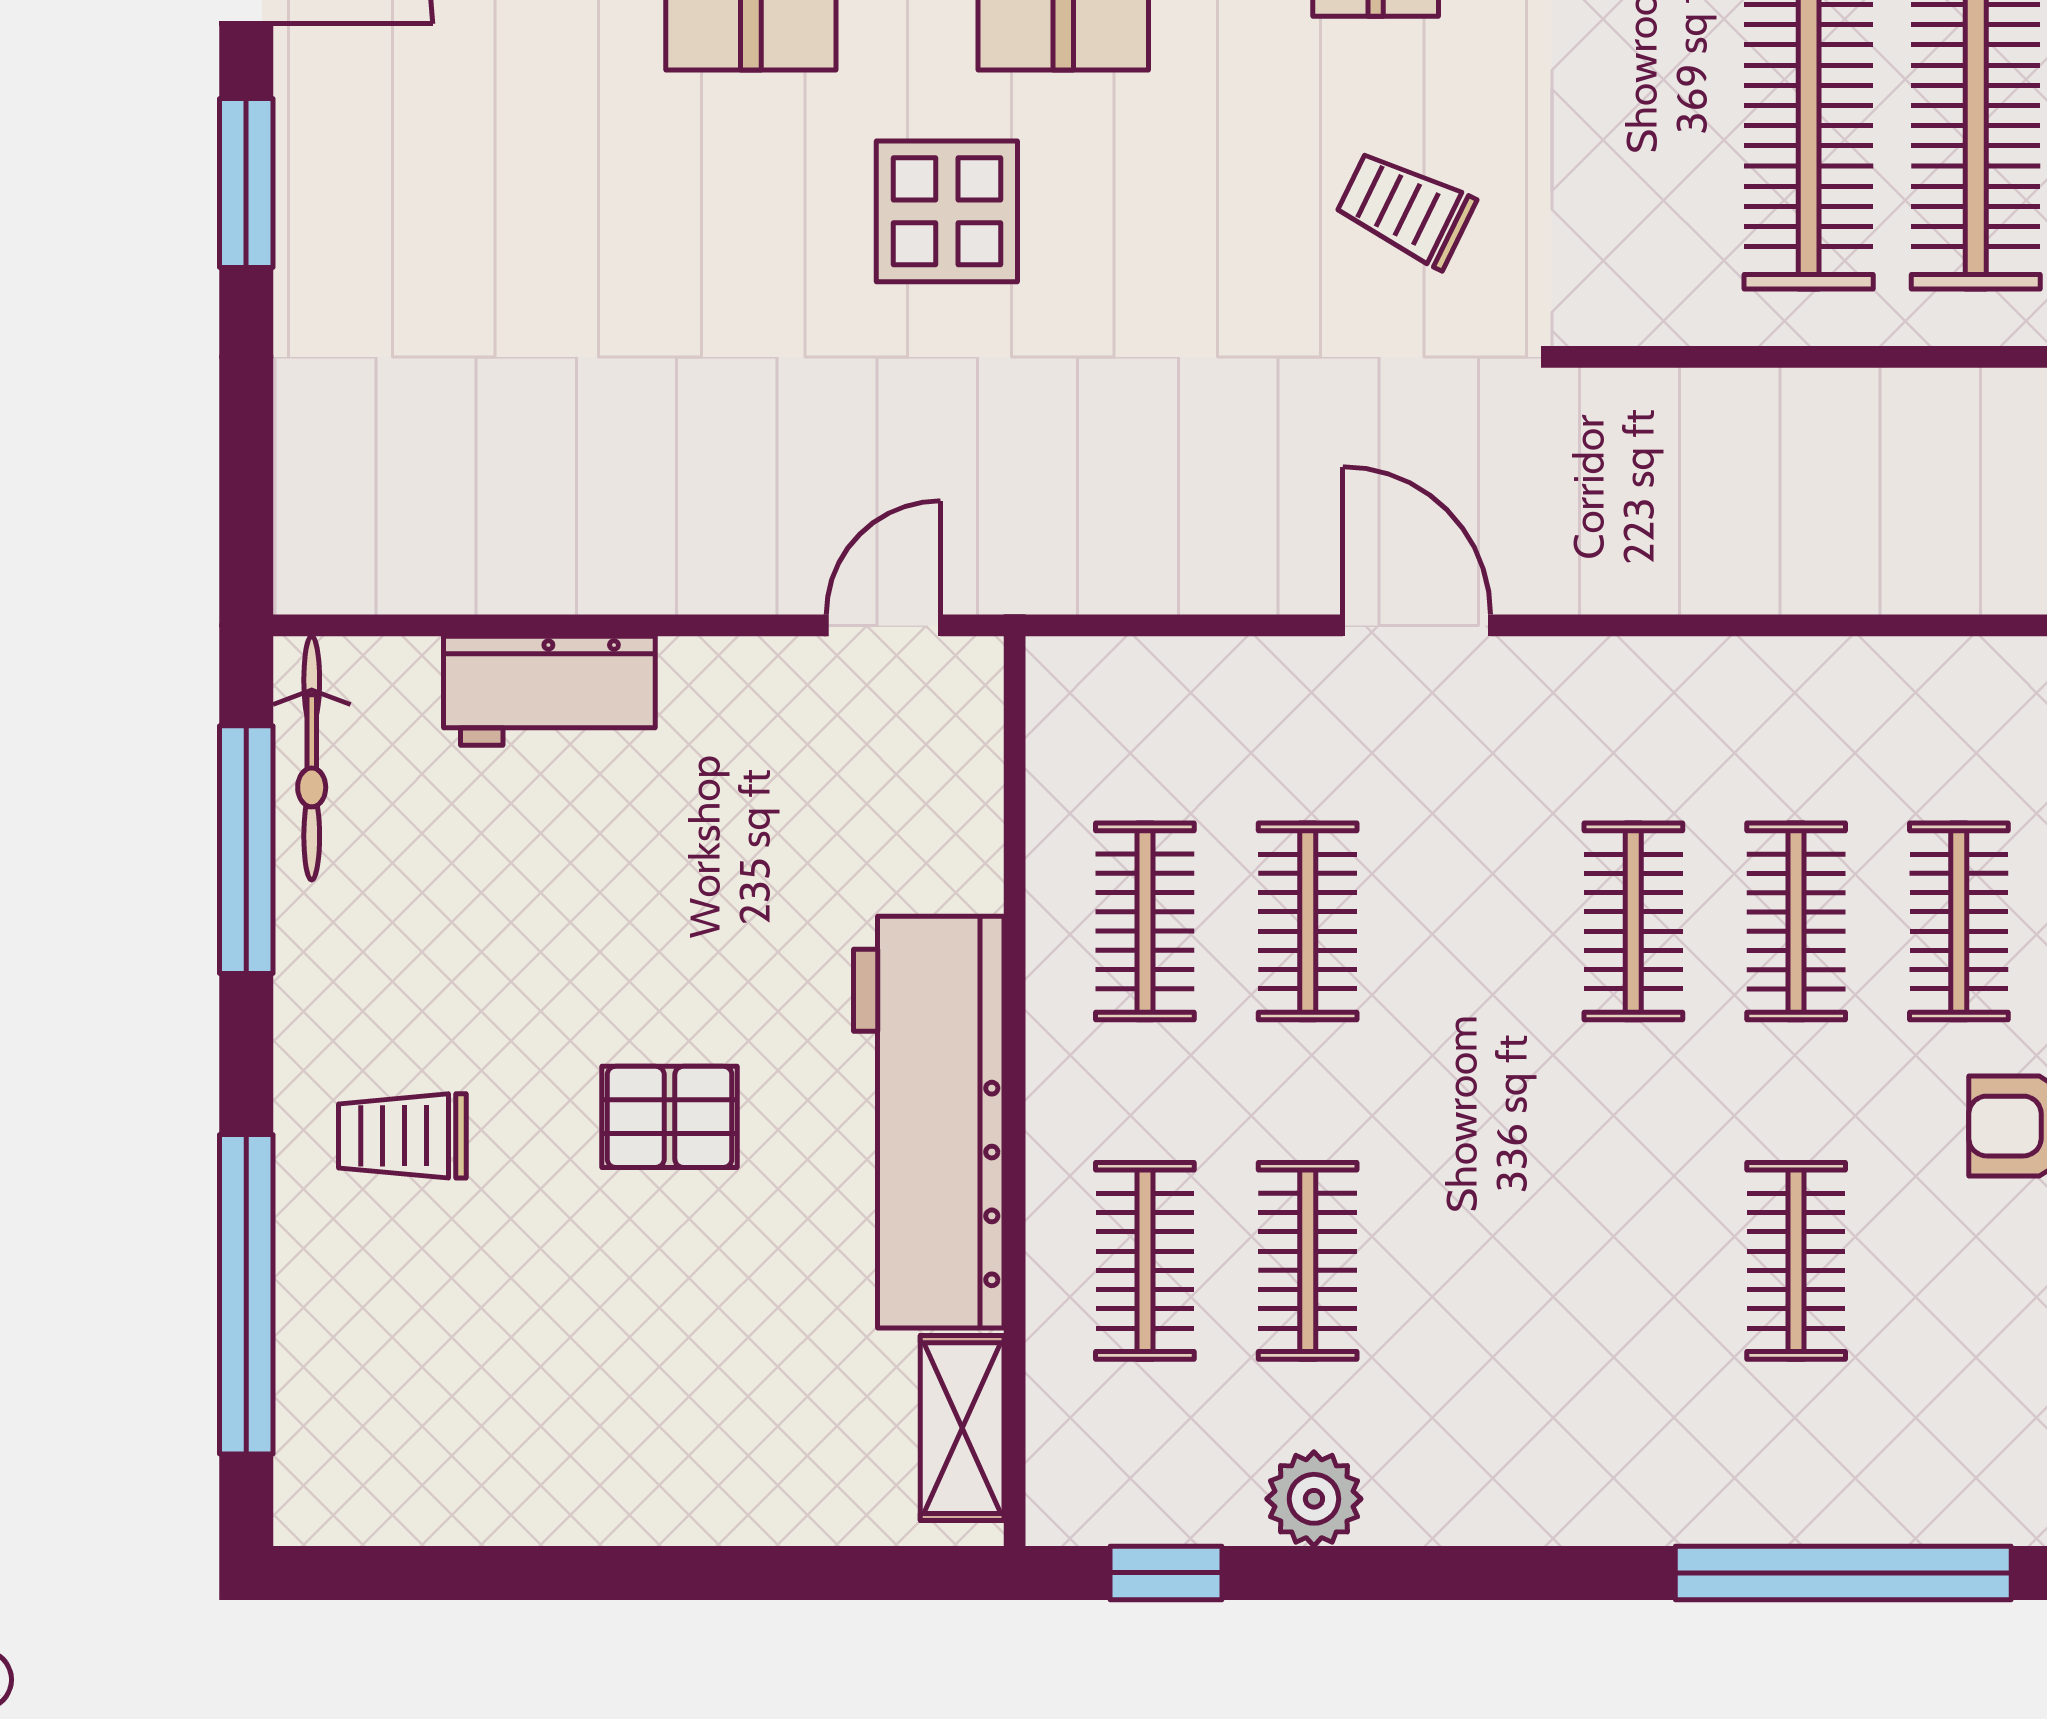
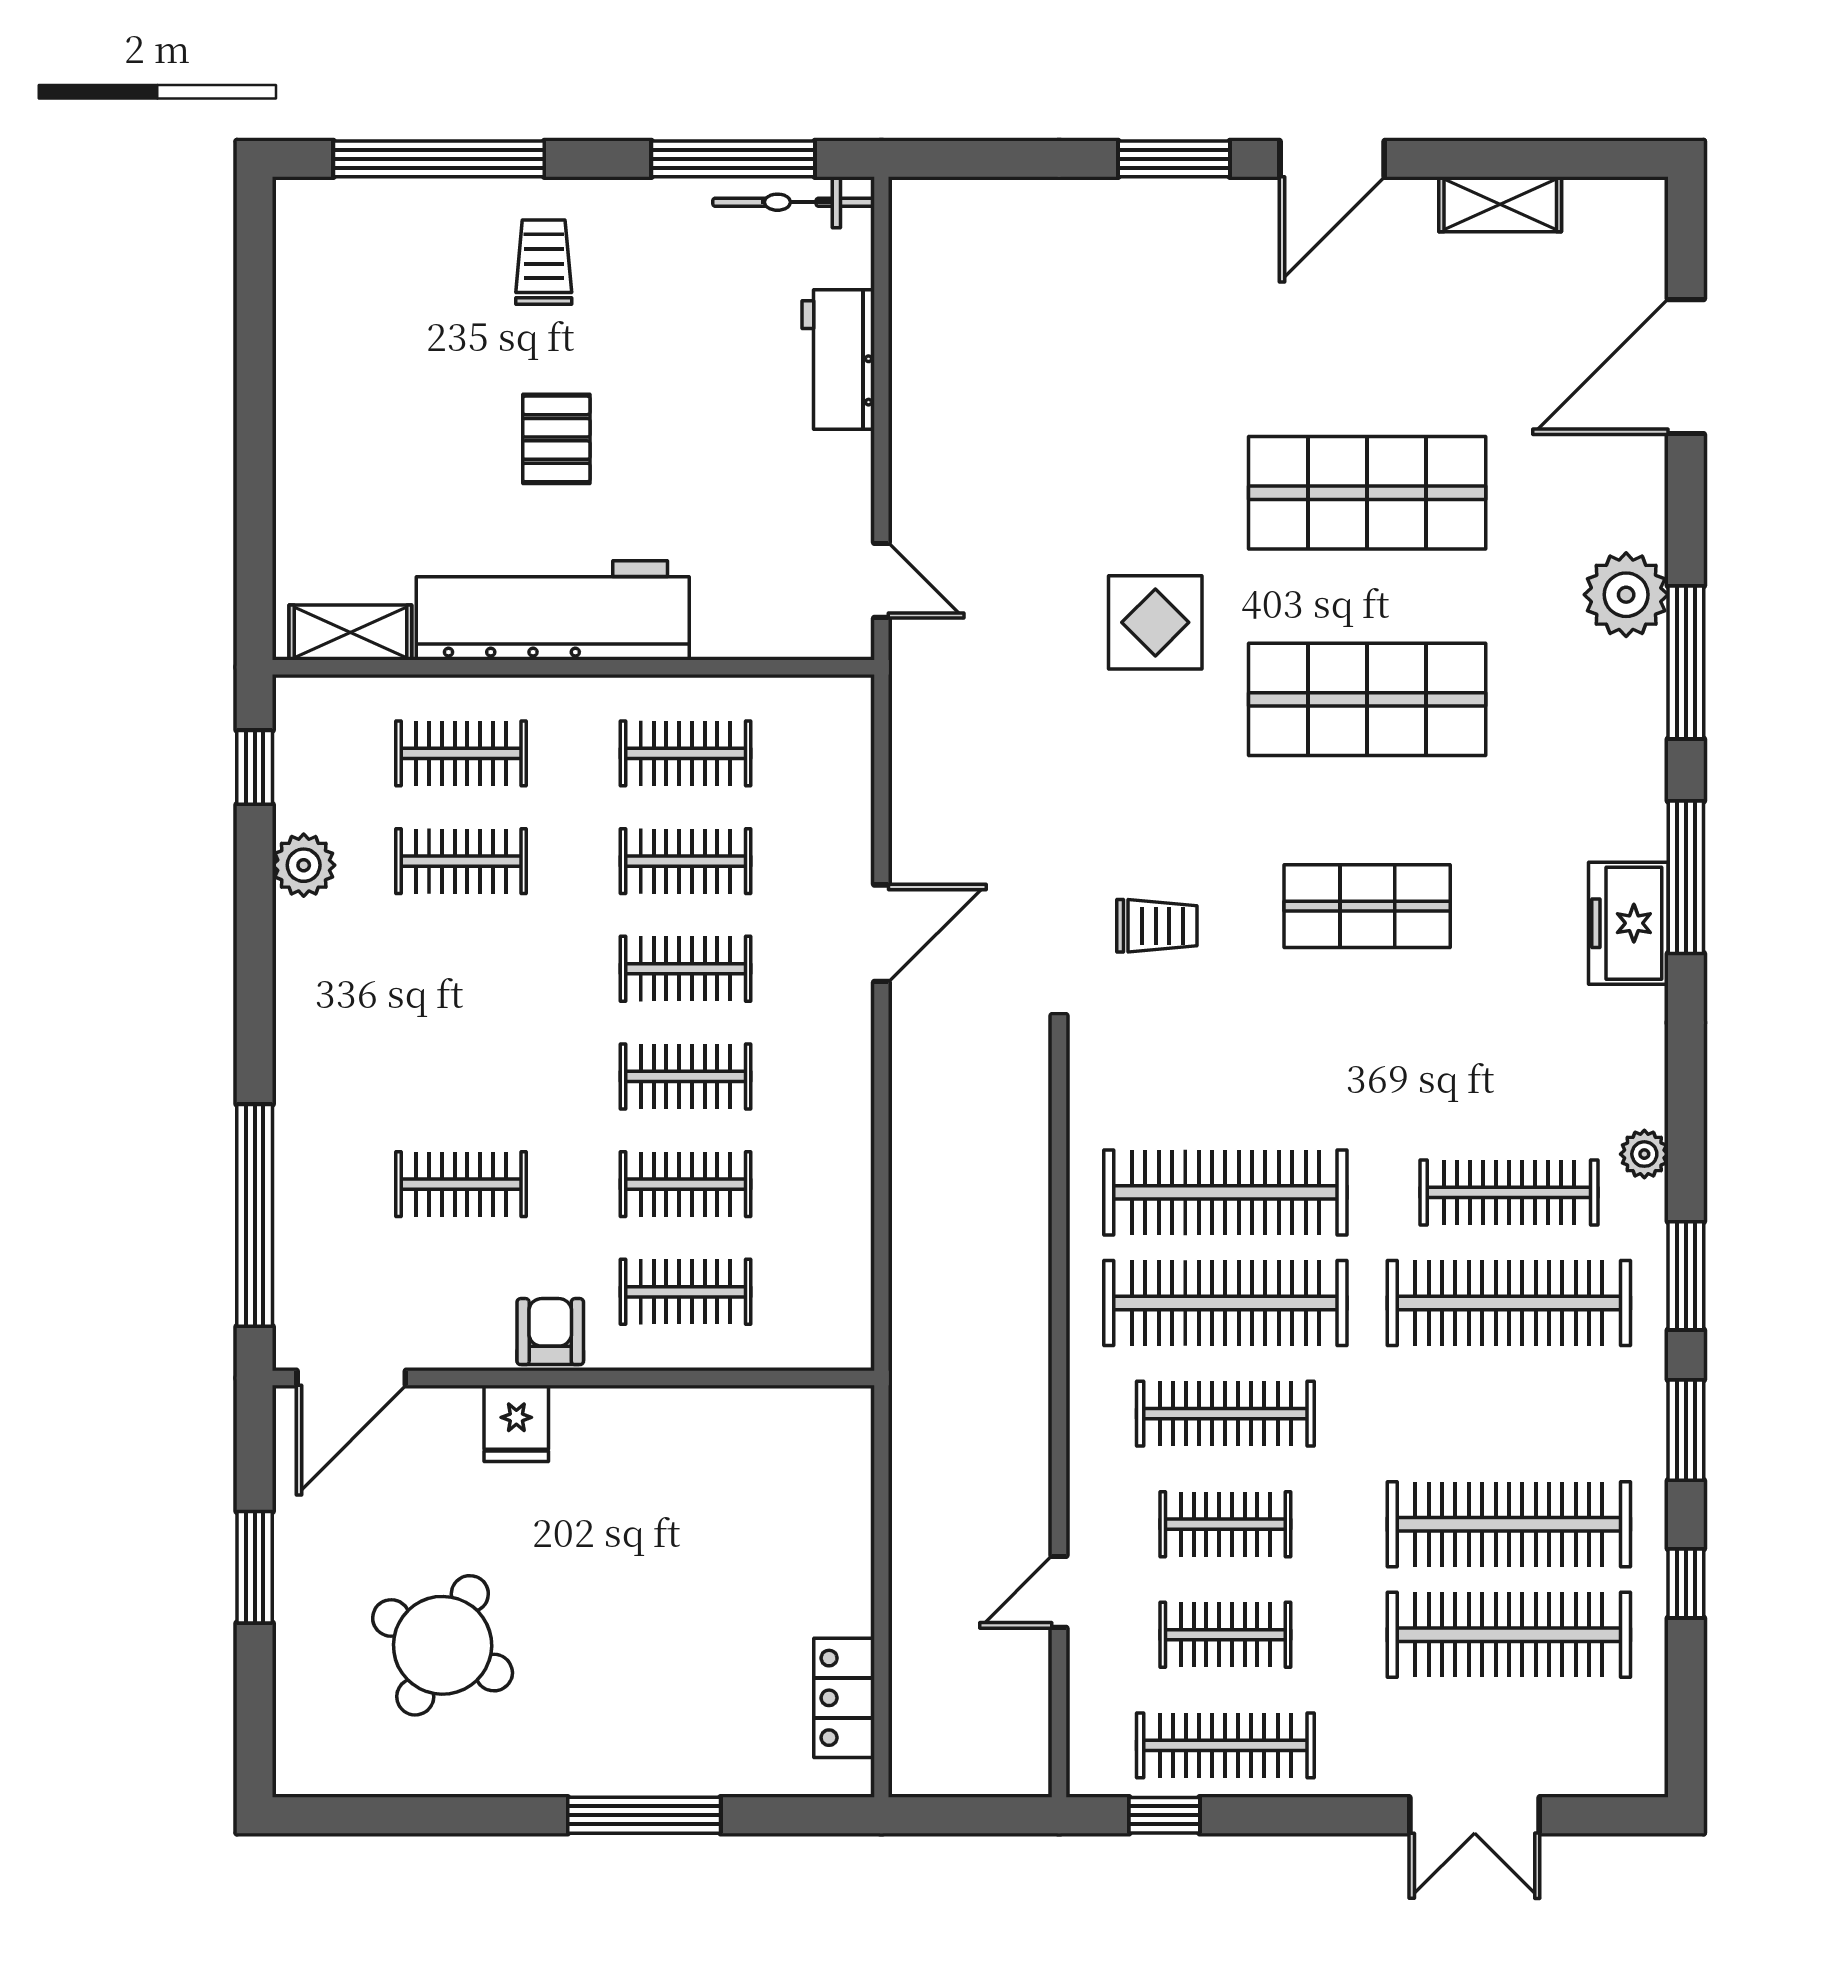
trolley: (1405, 209) -> (1157, 926), turned 64
clothes rail: (1470, 921) -> (686, 969), added

